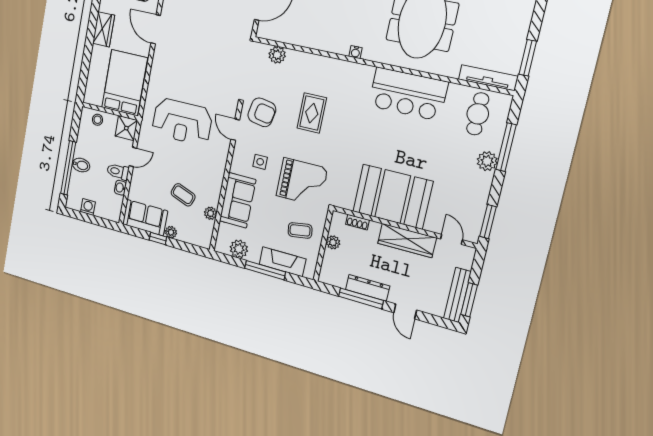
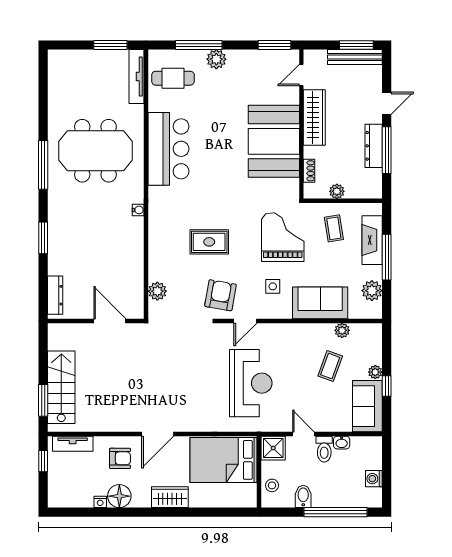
bidet: (81, 165) -> (303, 496), moved

